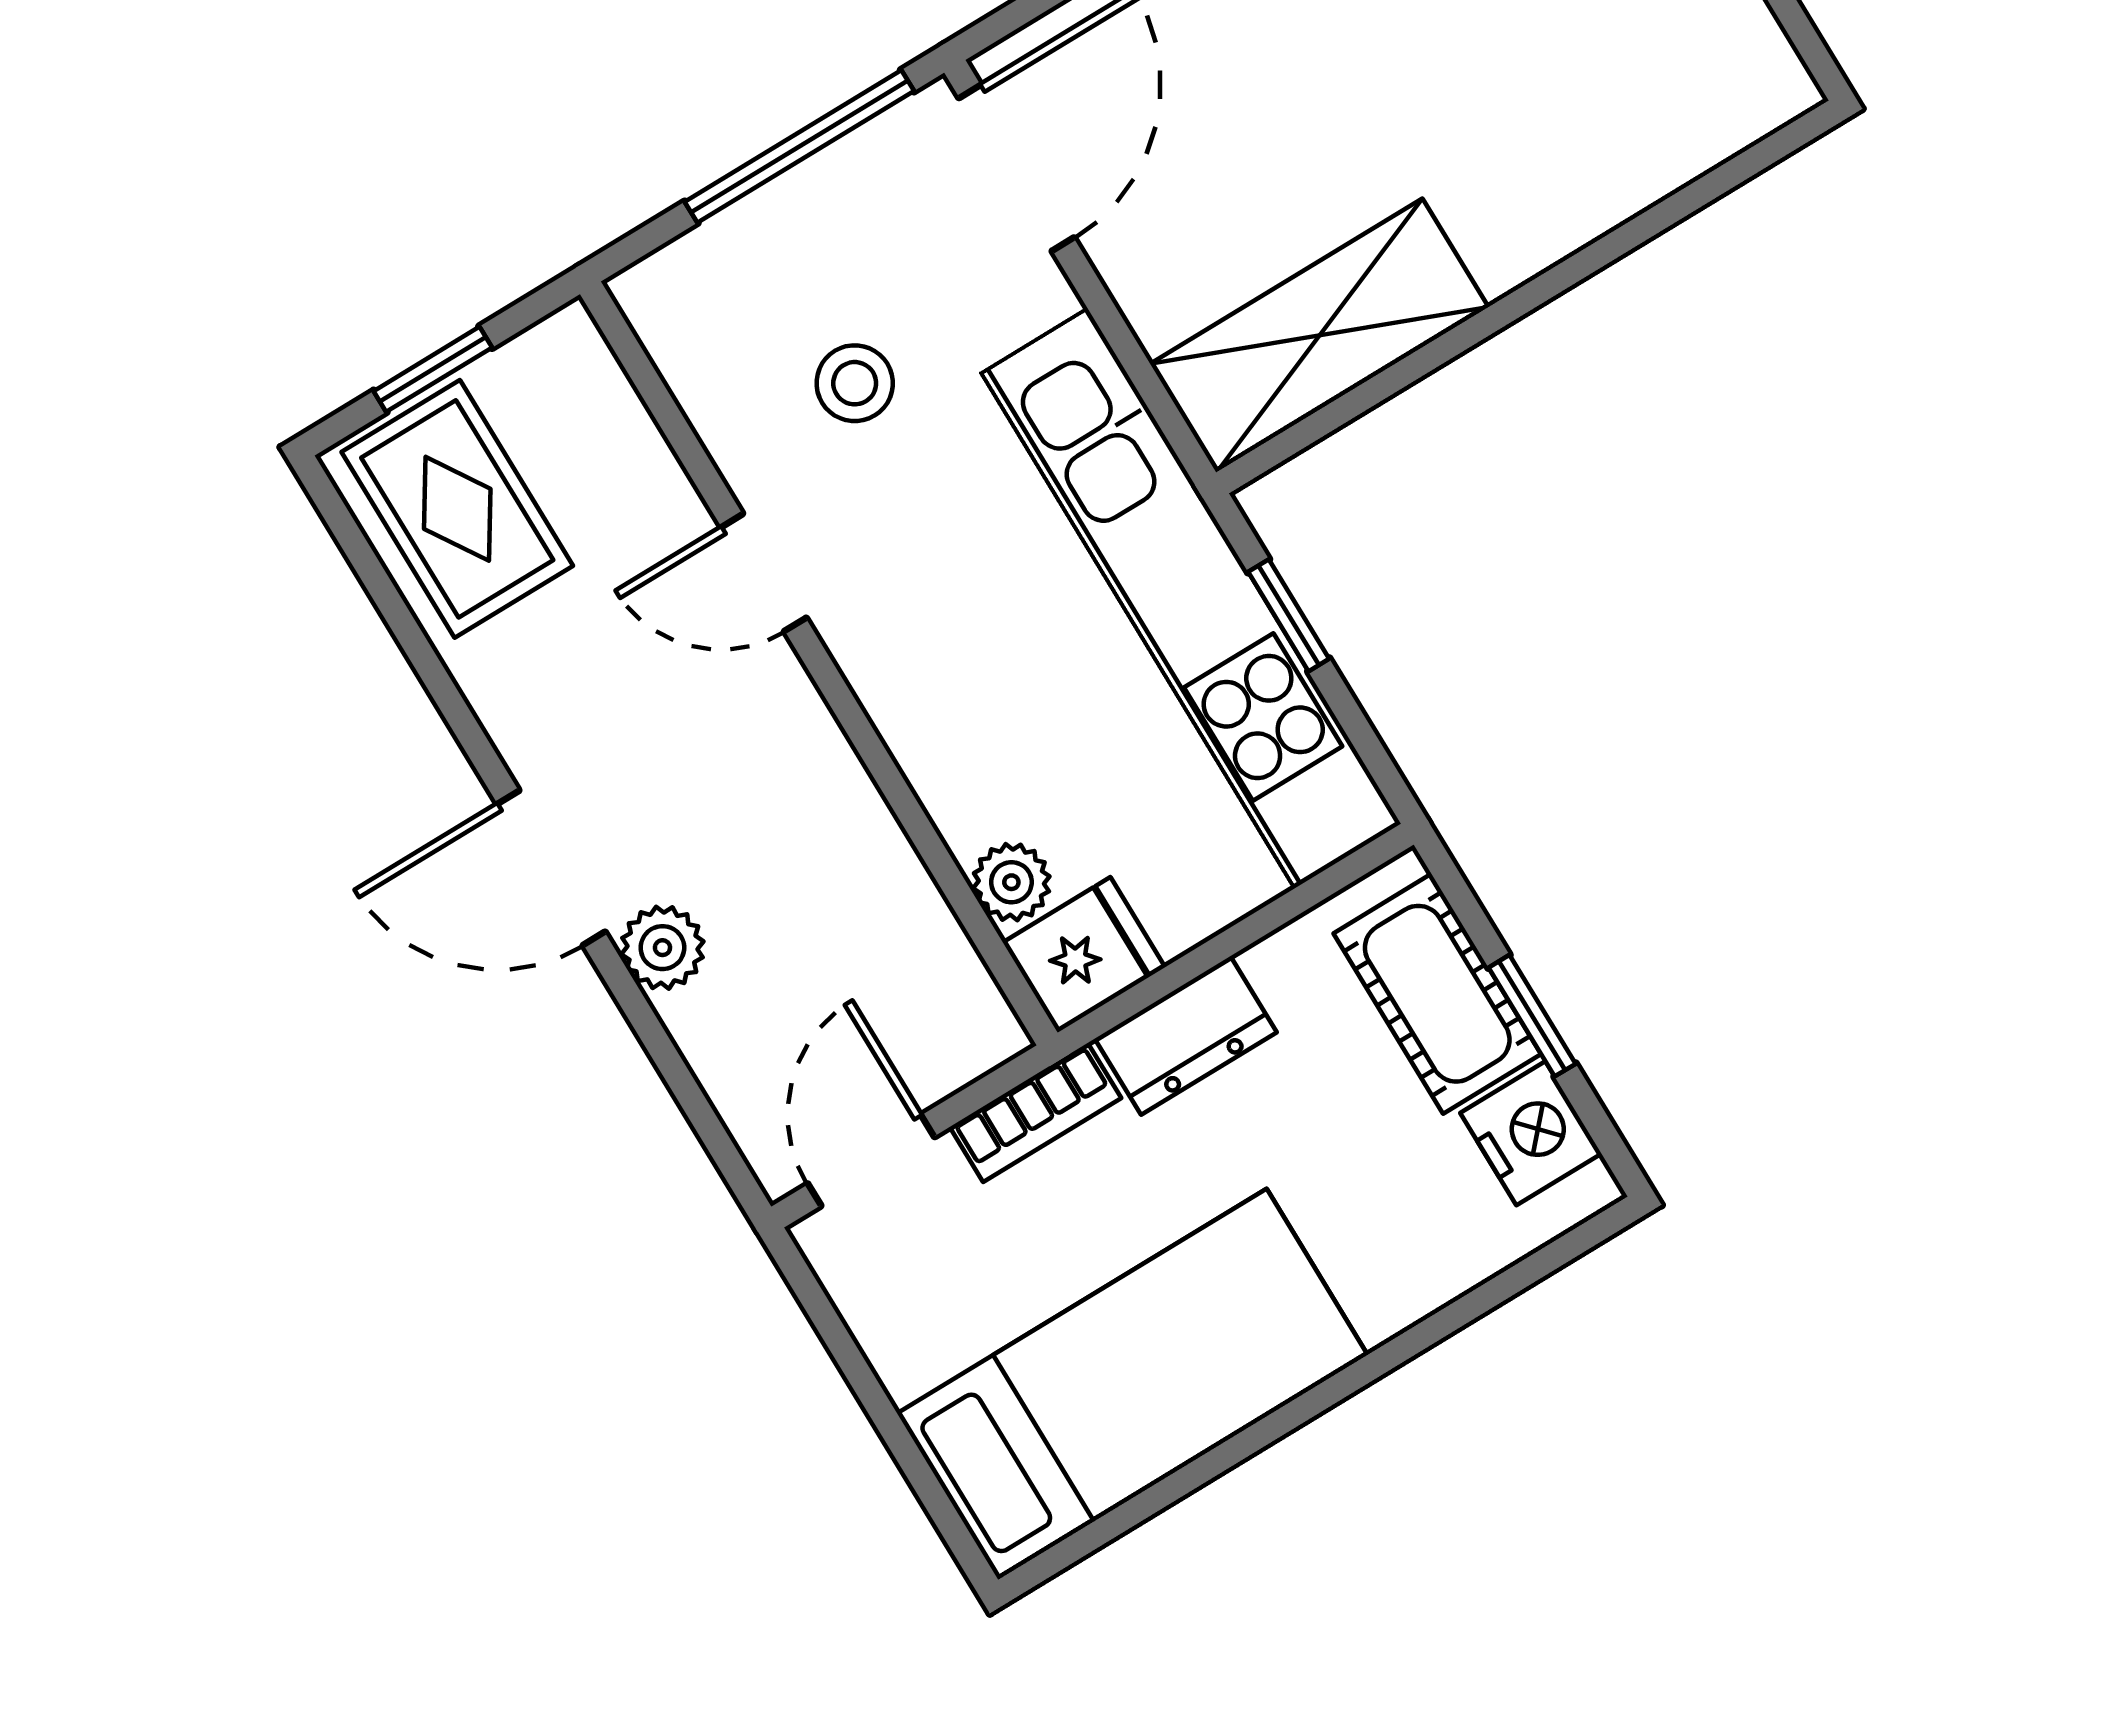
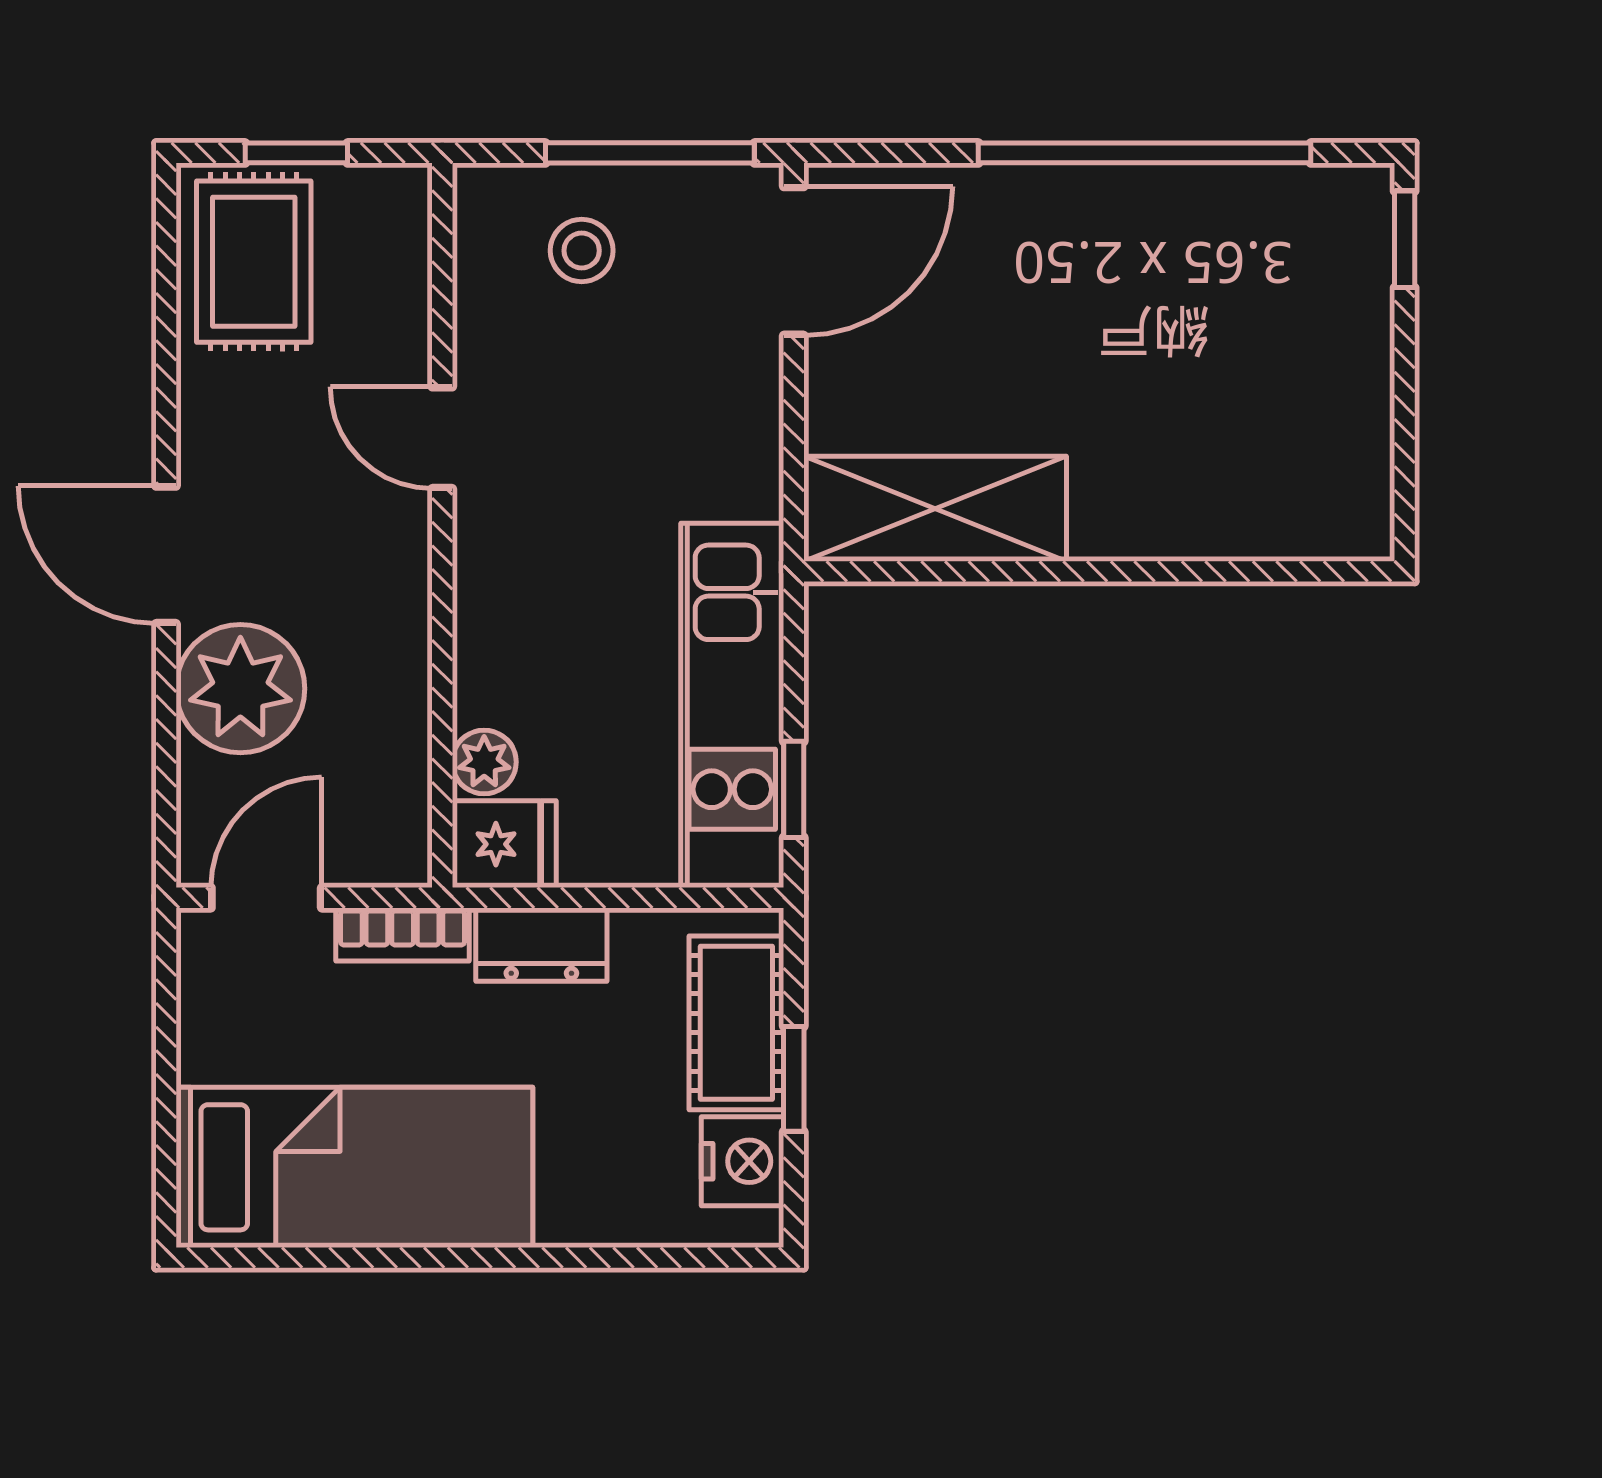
stool: (855, 383) -> (582, 251), moved
kitchen unit: (1191, 598) -> (732, 705), width x0.73
window: (1289, 615) -> (794, 789), moved
plant: (662, 948) -> (240, 689), width x1.87, depth x1.87

